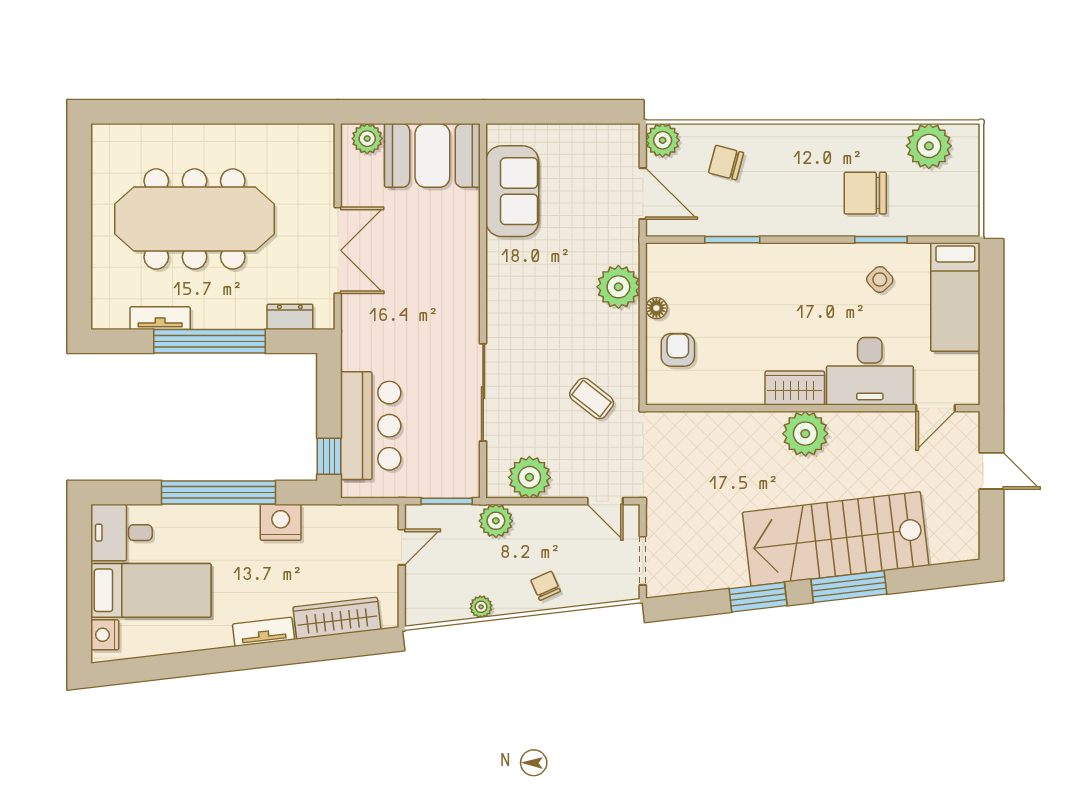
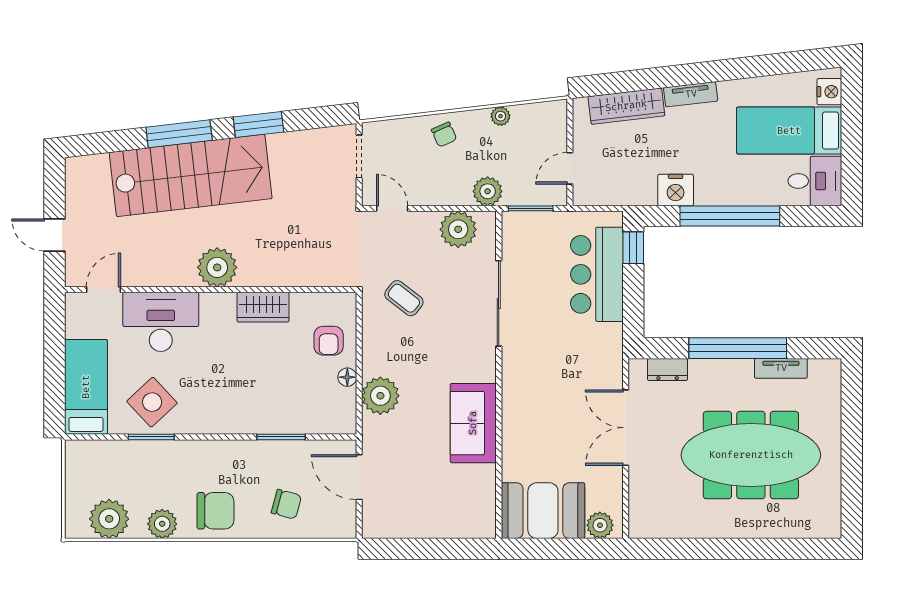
plant: (663, 140) -> (162, 524), moved
sofa: (512, 191) -> (473, 423), moved
chair: (865, 193) -> (216, 511), moved
side table: (880, 279) -> (152, 402), width x1.87, depth x1.87
wardrobe: (795, 388) -> (263, 307), moved

